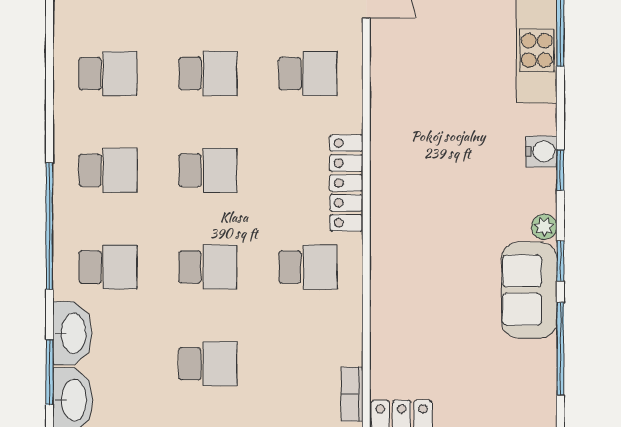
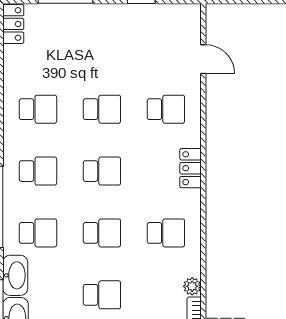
locker: (346, 183) -> (191, 168), width x0.66
plant: (349, 350) -> (192, 286), added

